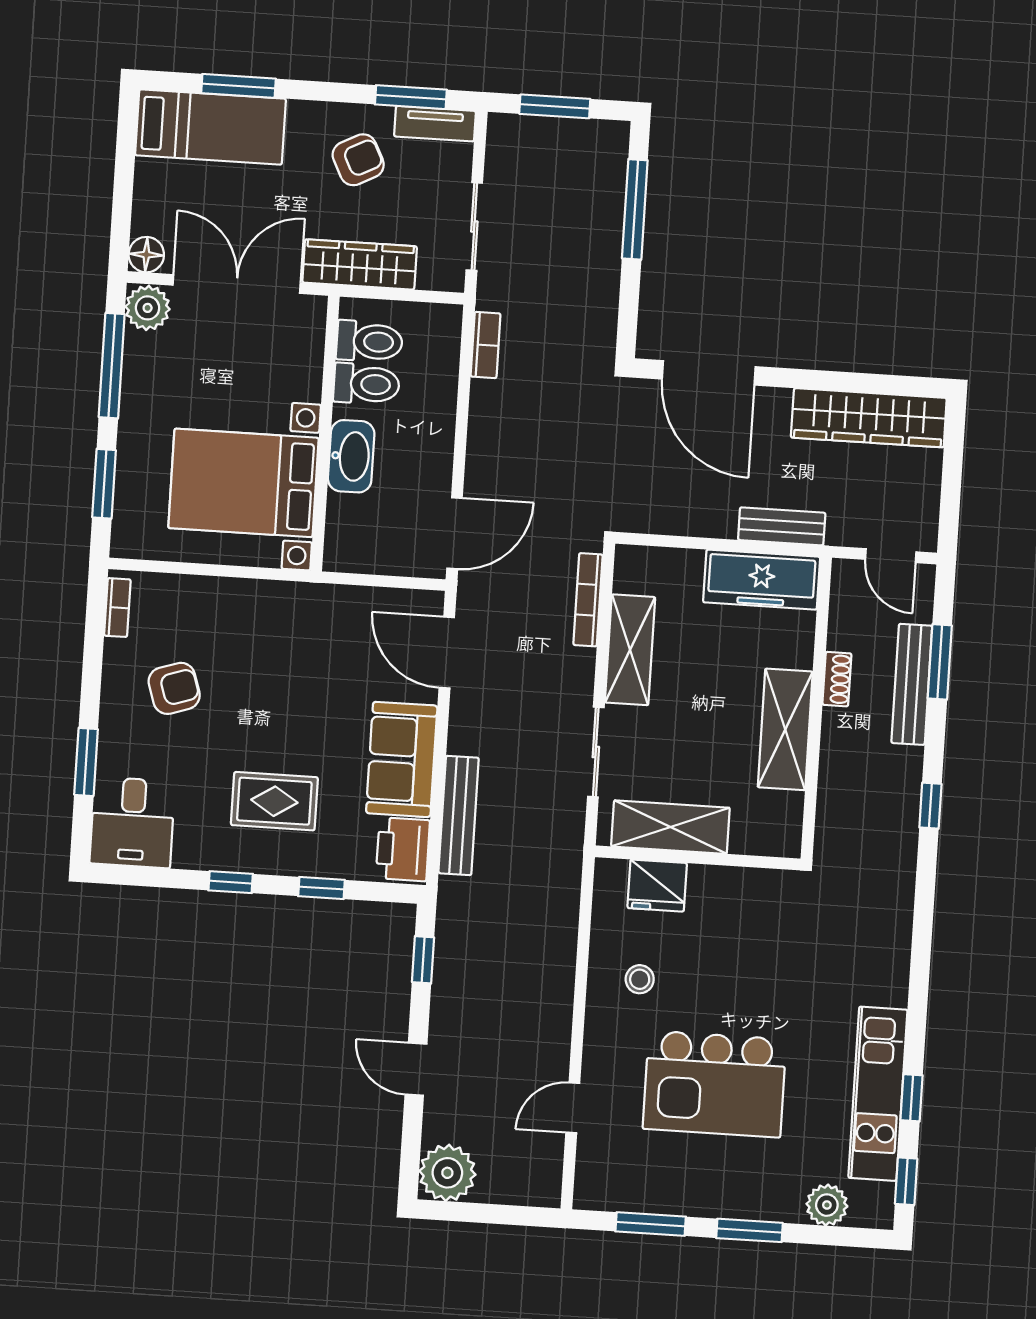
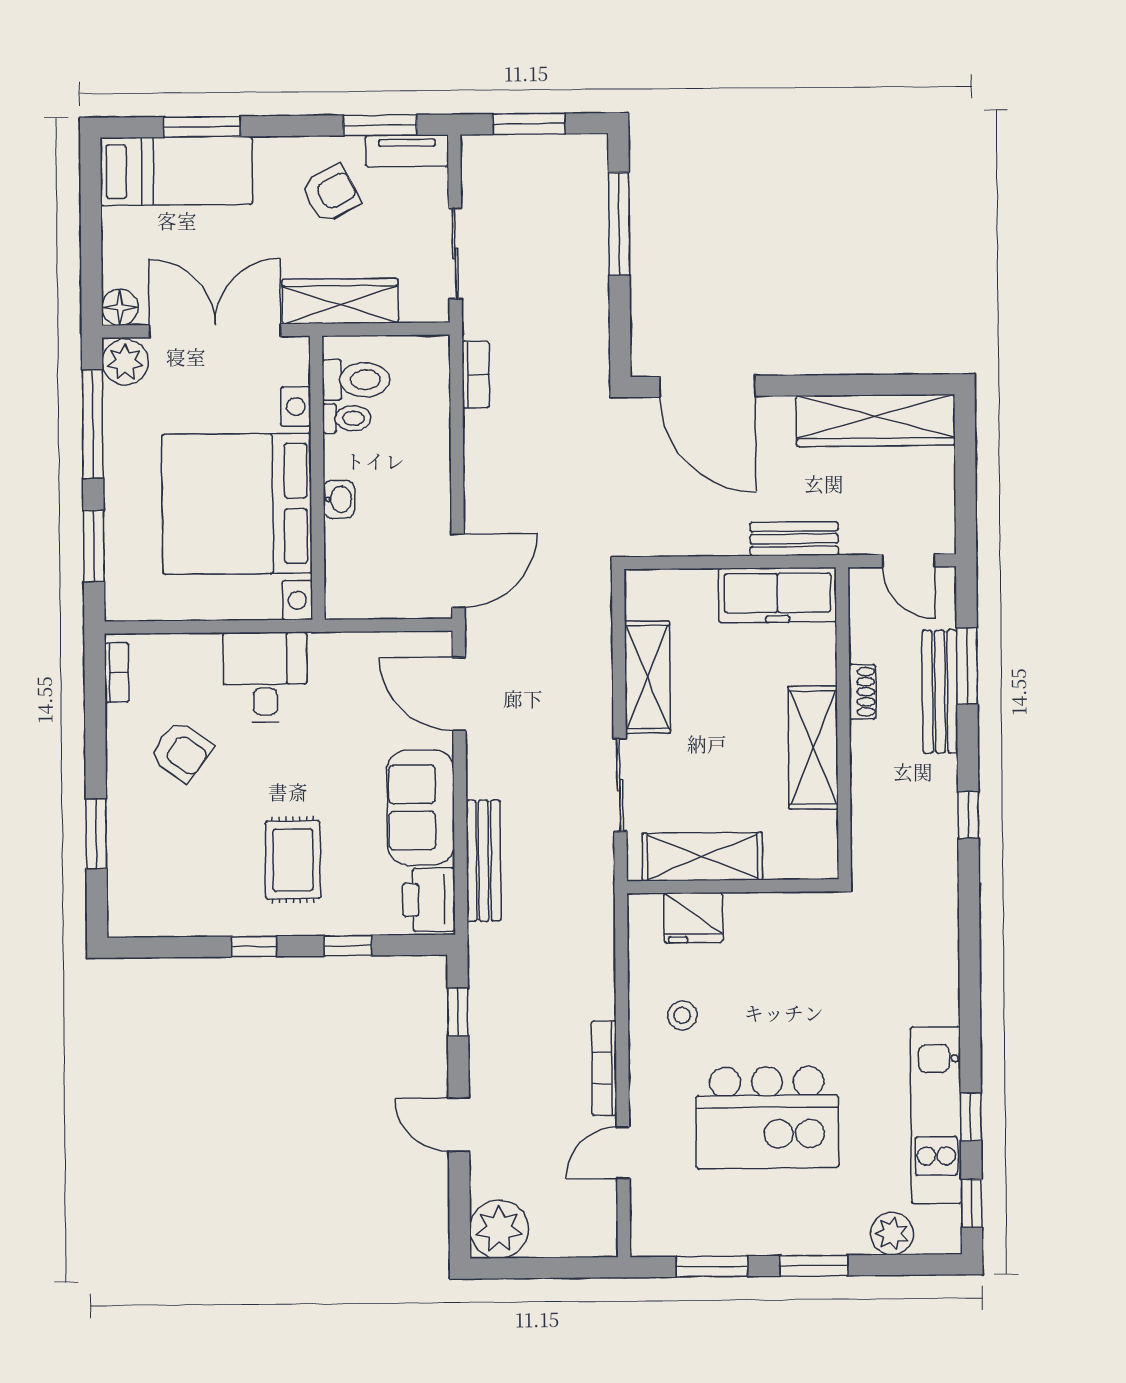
toilet: (366, 384) -> (347, 418), width x0.73, depth x0.72
washbasin: (351, 456) -> (339, 499), width x0.52, depth x0.69
bed with nightstands: (244, 483) -> (237, 504), width x1.36
bookcase: (588, 600) -> (604, 1068), moved
armchair: (174, 688) -> (181, 751), turned 54
rug: (274, 801) -> (293, 860), turned 90
desk: (132, 822) -> (265, 677), moved, turned 180

